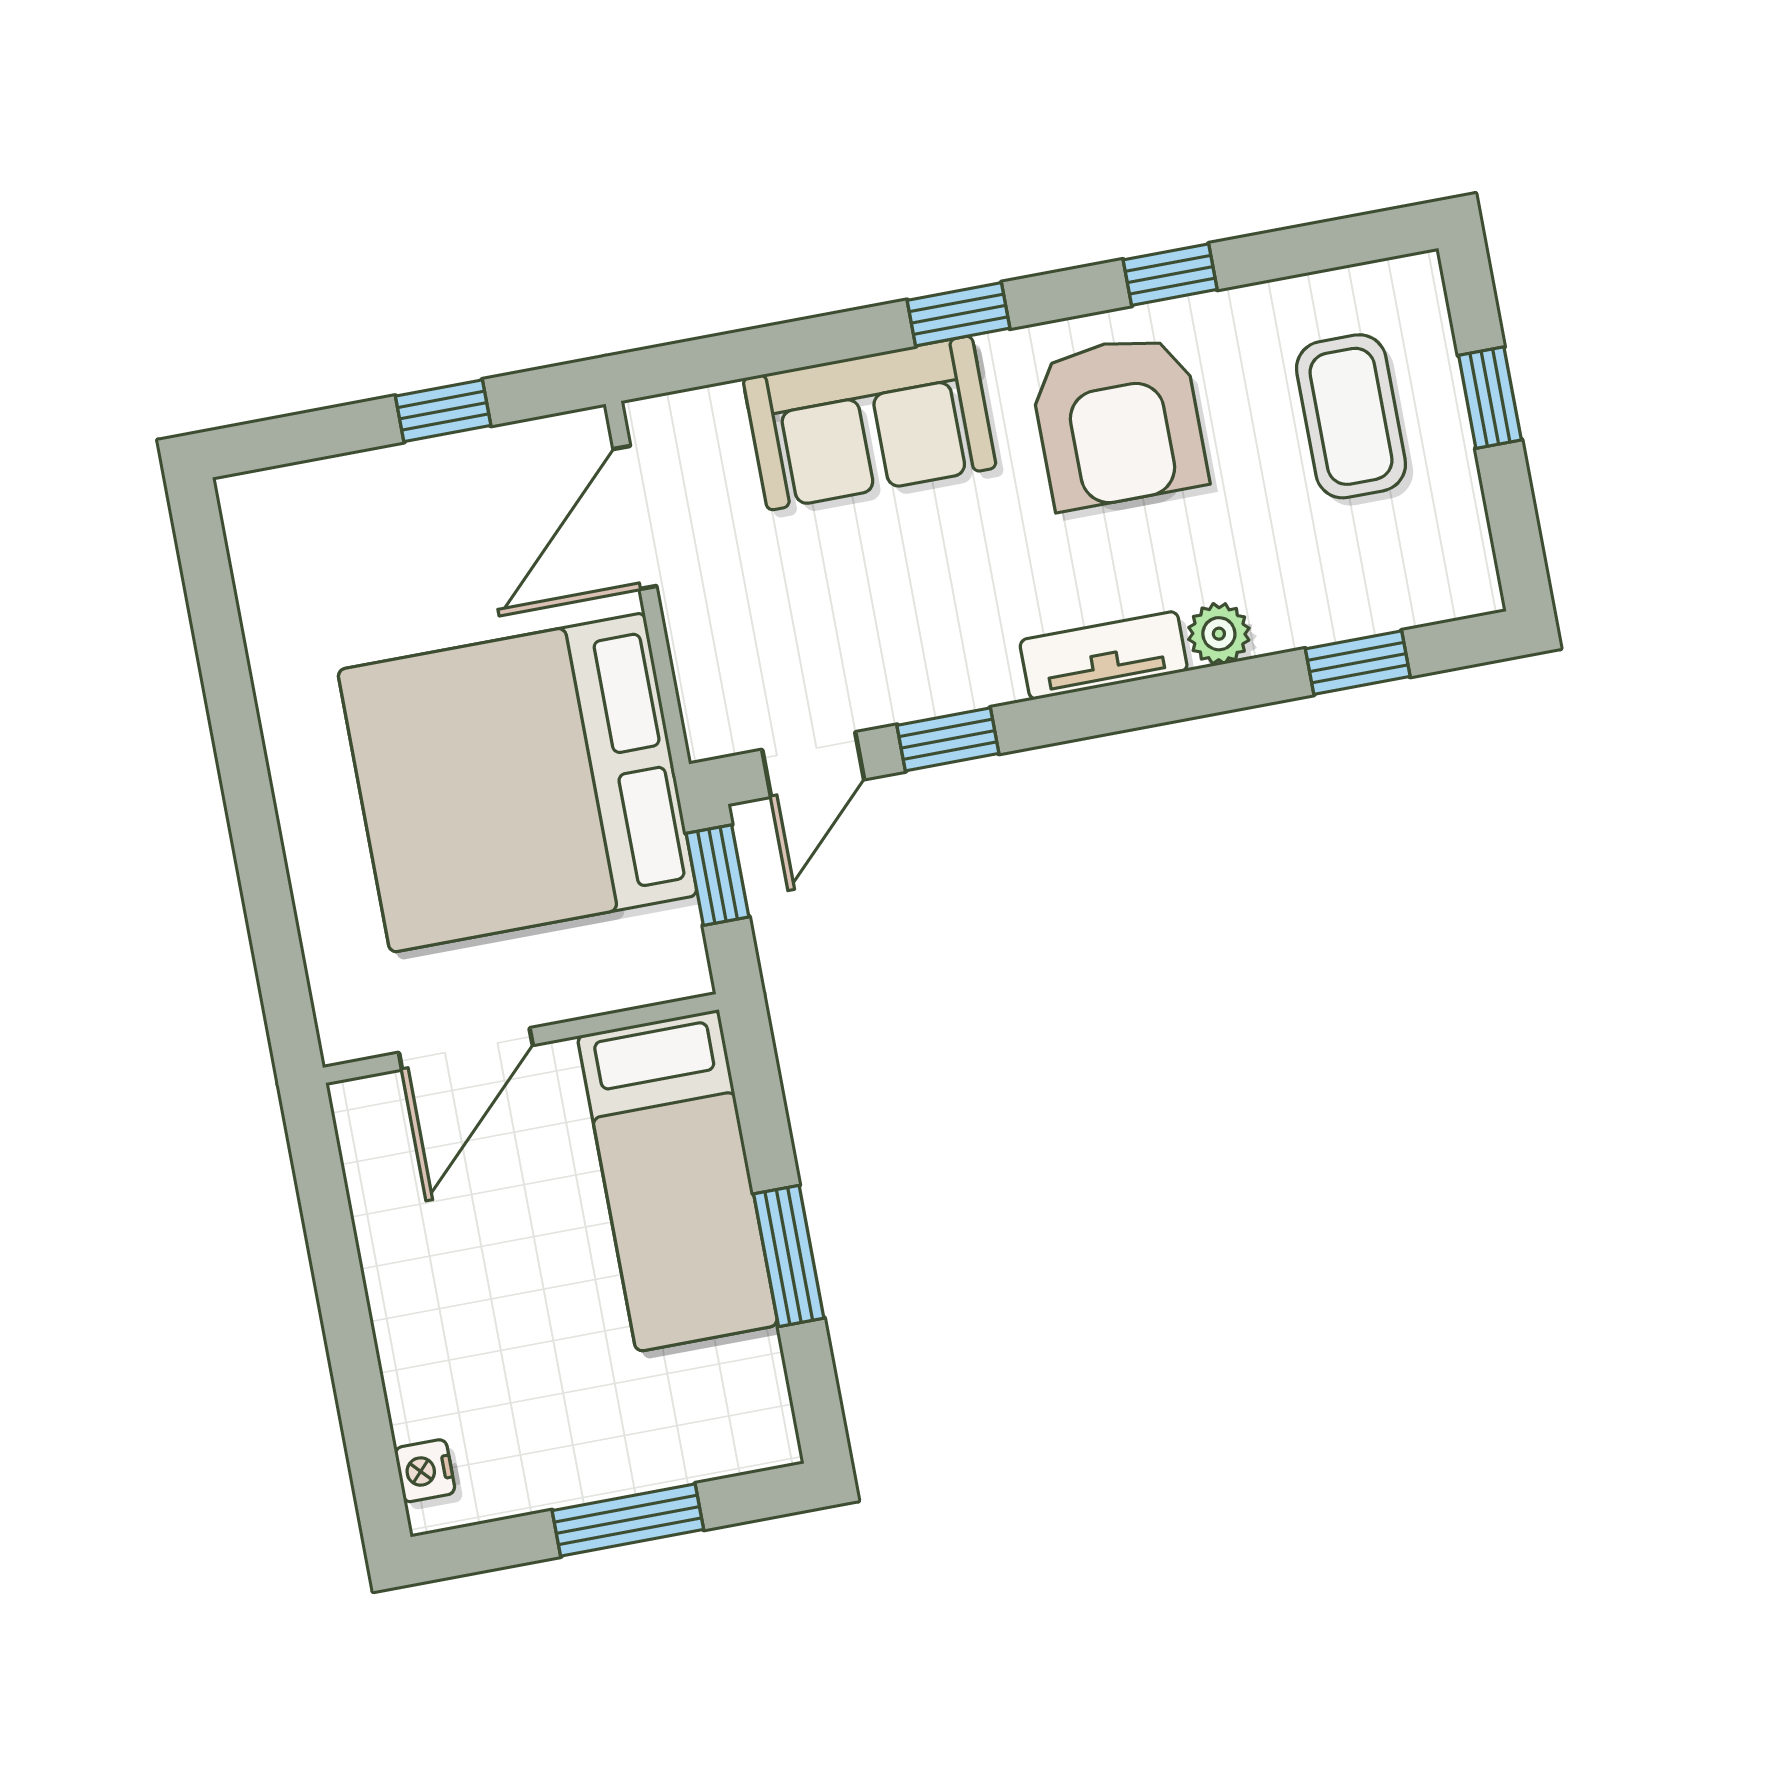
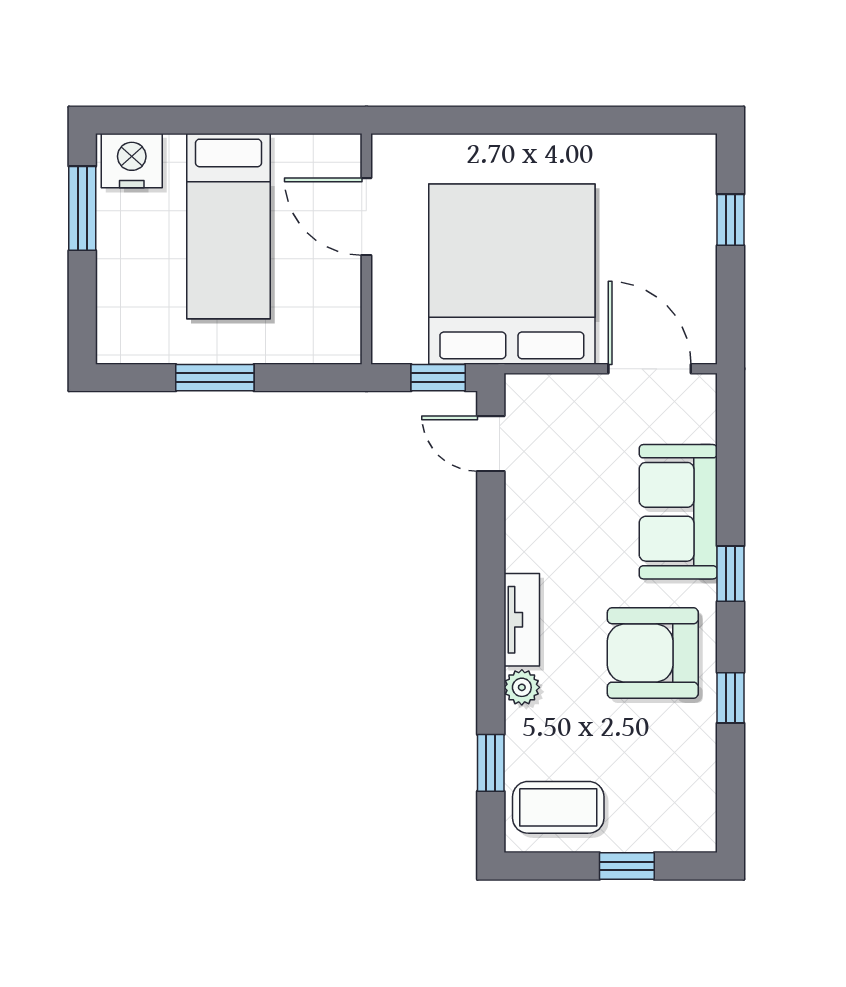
window: (443, 411) -> (730, 220), moved
coffee table: (1351, 416) -> (558, 807), moved
window: (948, 739) -> (491, 523), removed
bed: (678, 1181) -> (229, 226), moved, turned -90
nightstand: (425, 1471) -> (132, 161), width x1.89, depth x1.79
window: (628, 1520) -> (82, 208), moved

